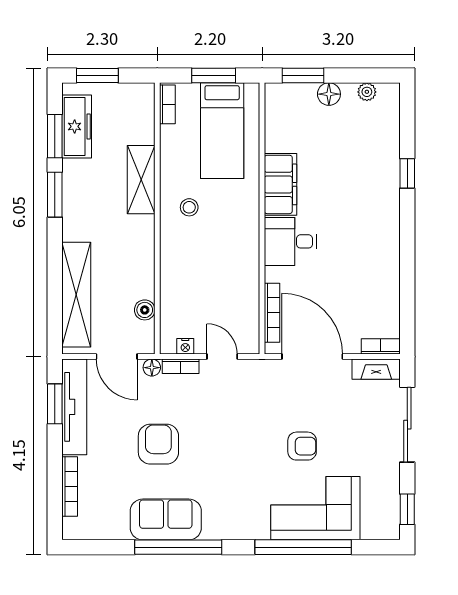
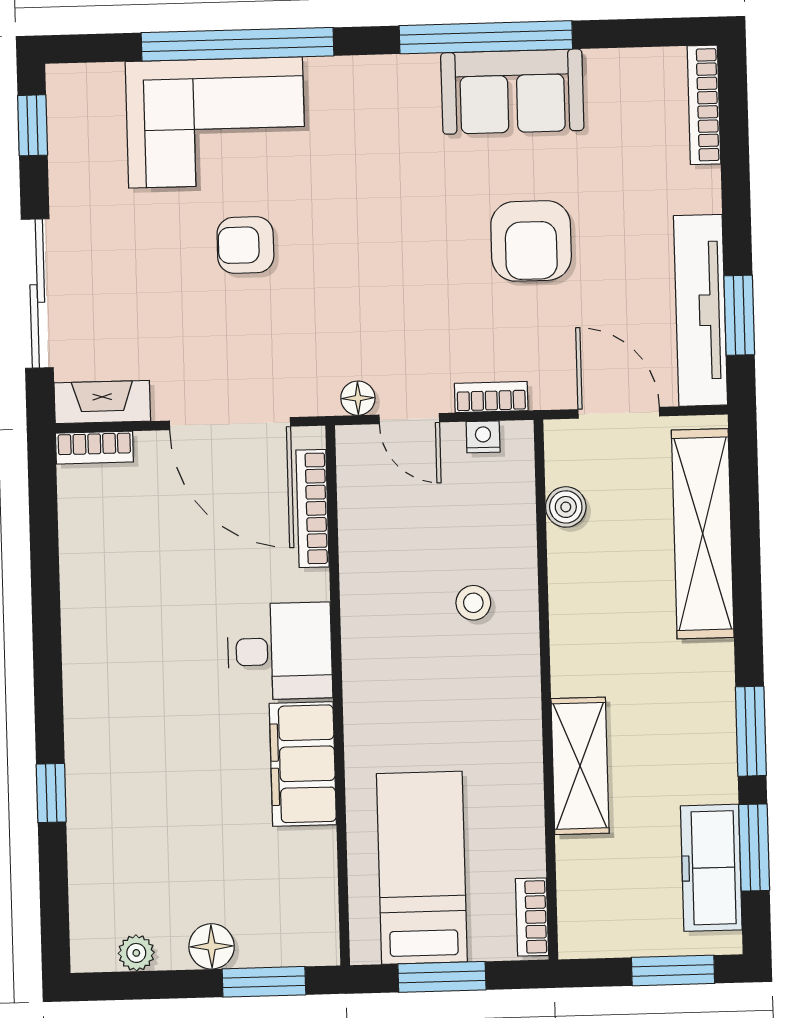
stool: (189, 207) -> (473, 603), moved
floor lamp: (152, 368) -> (358, 398), moved
bookcase: (70, 487) -> (704, 105), moved

